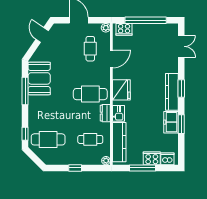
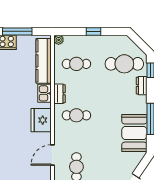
cafe table: (90, 94) -> (76, 115), width x0.73, depth x0.74
dresser: (33, 120) -> (142, 86), added

